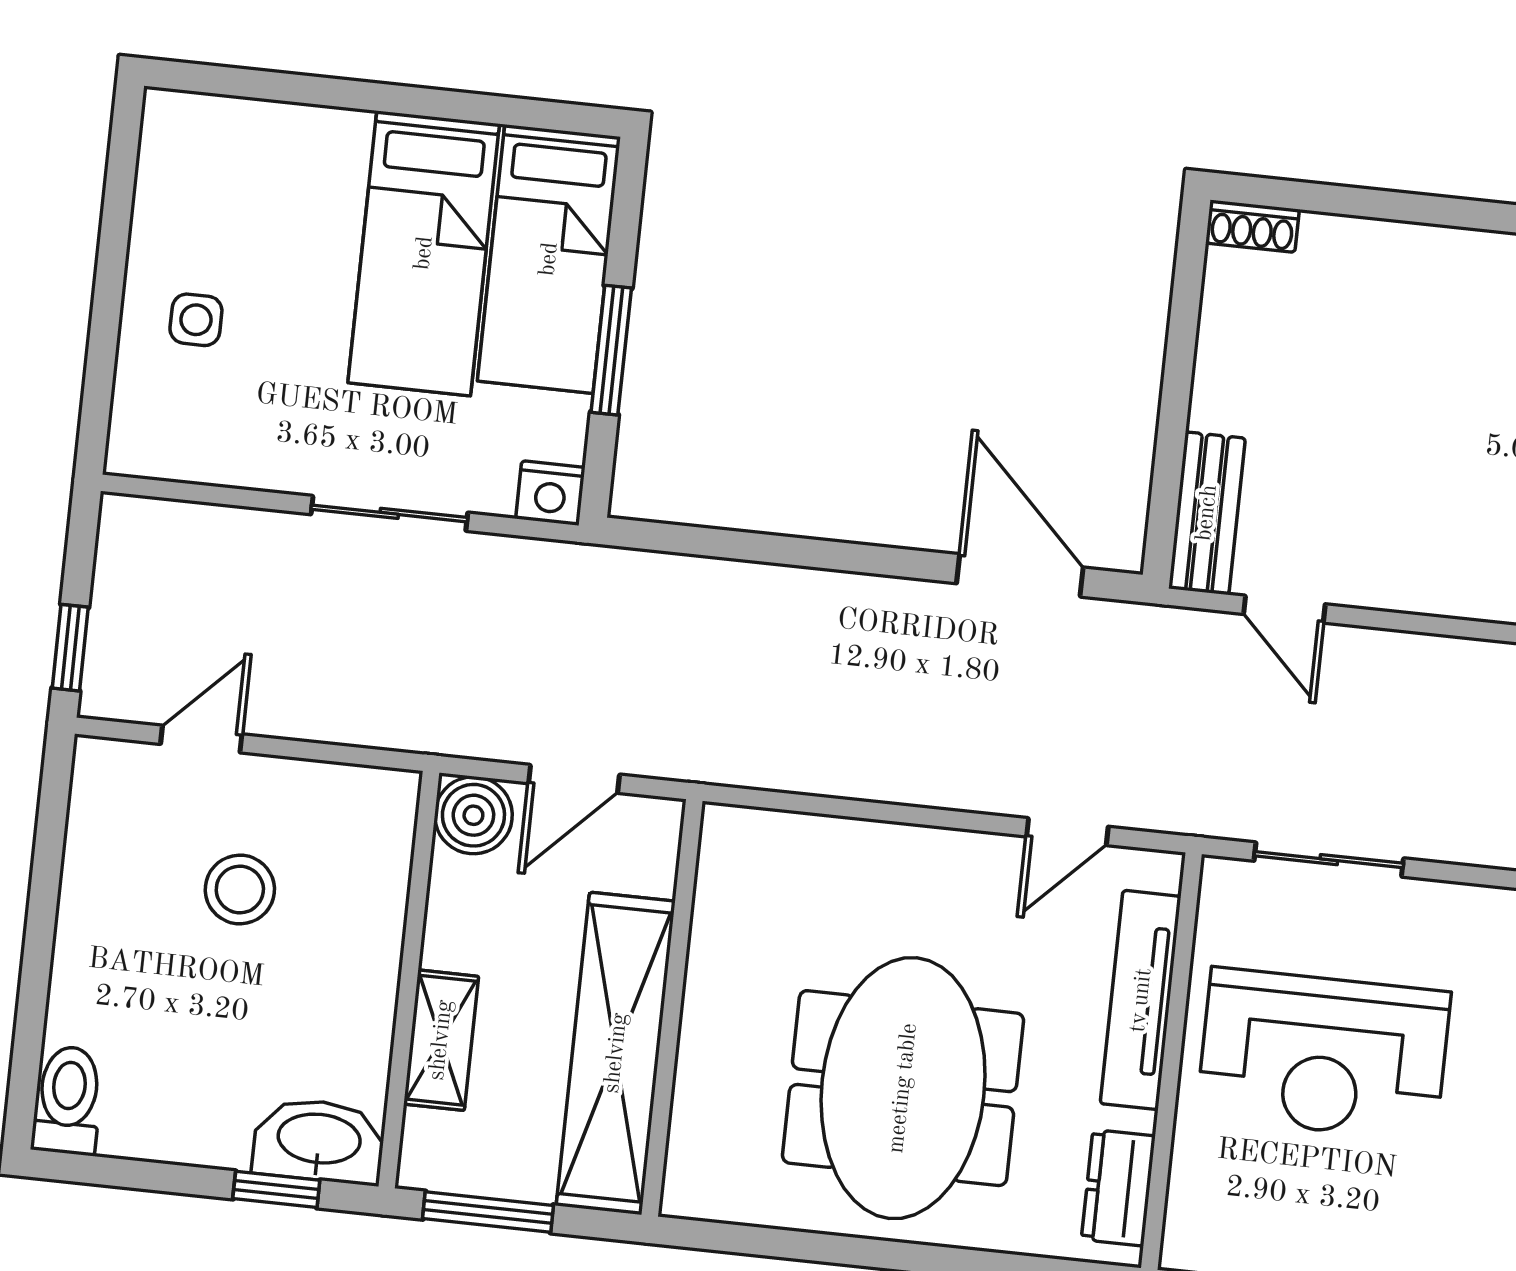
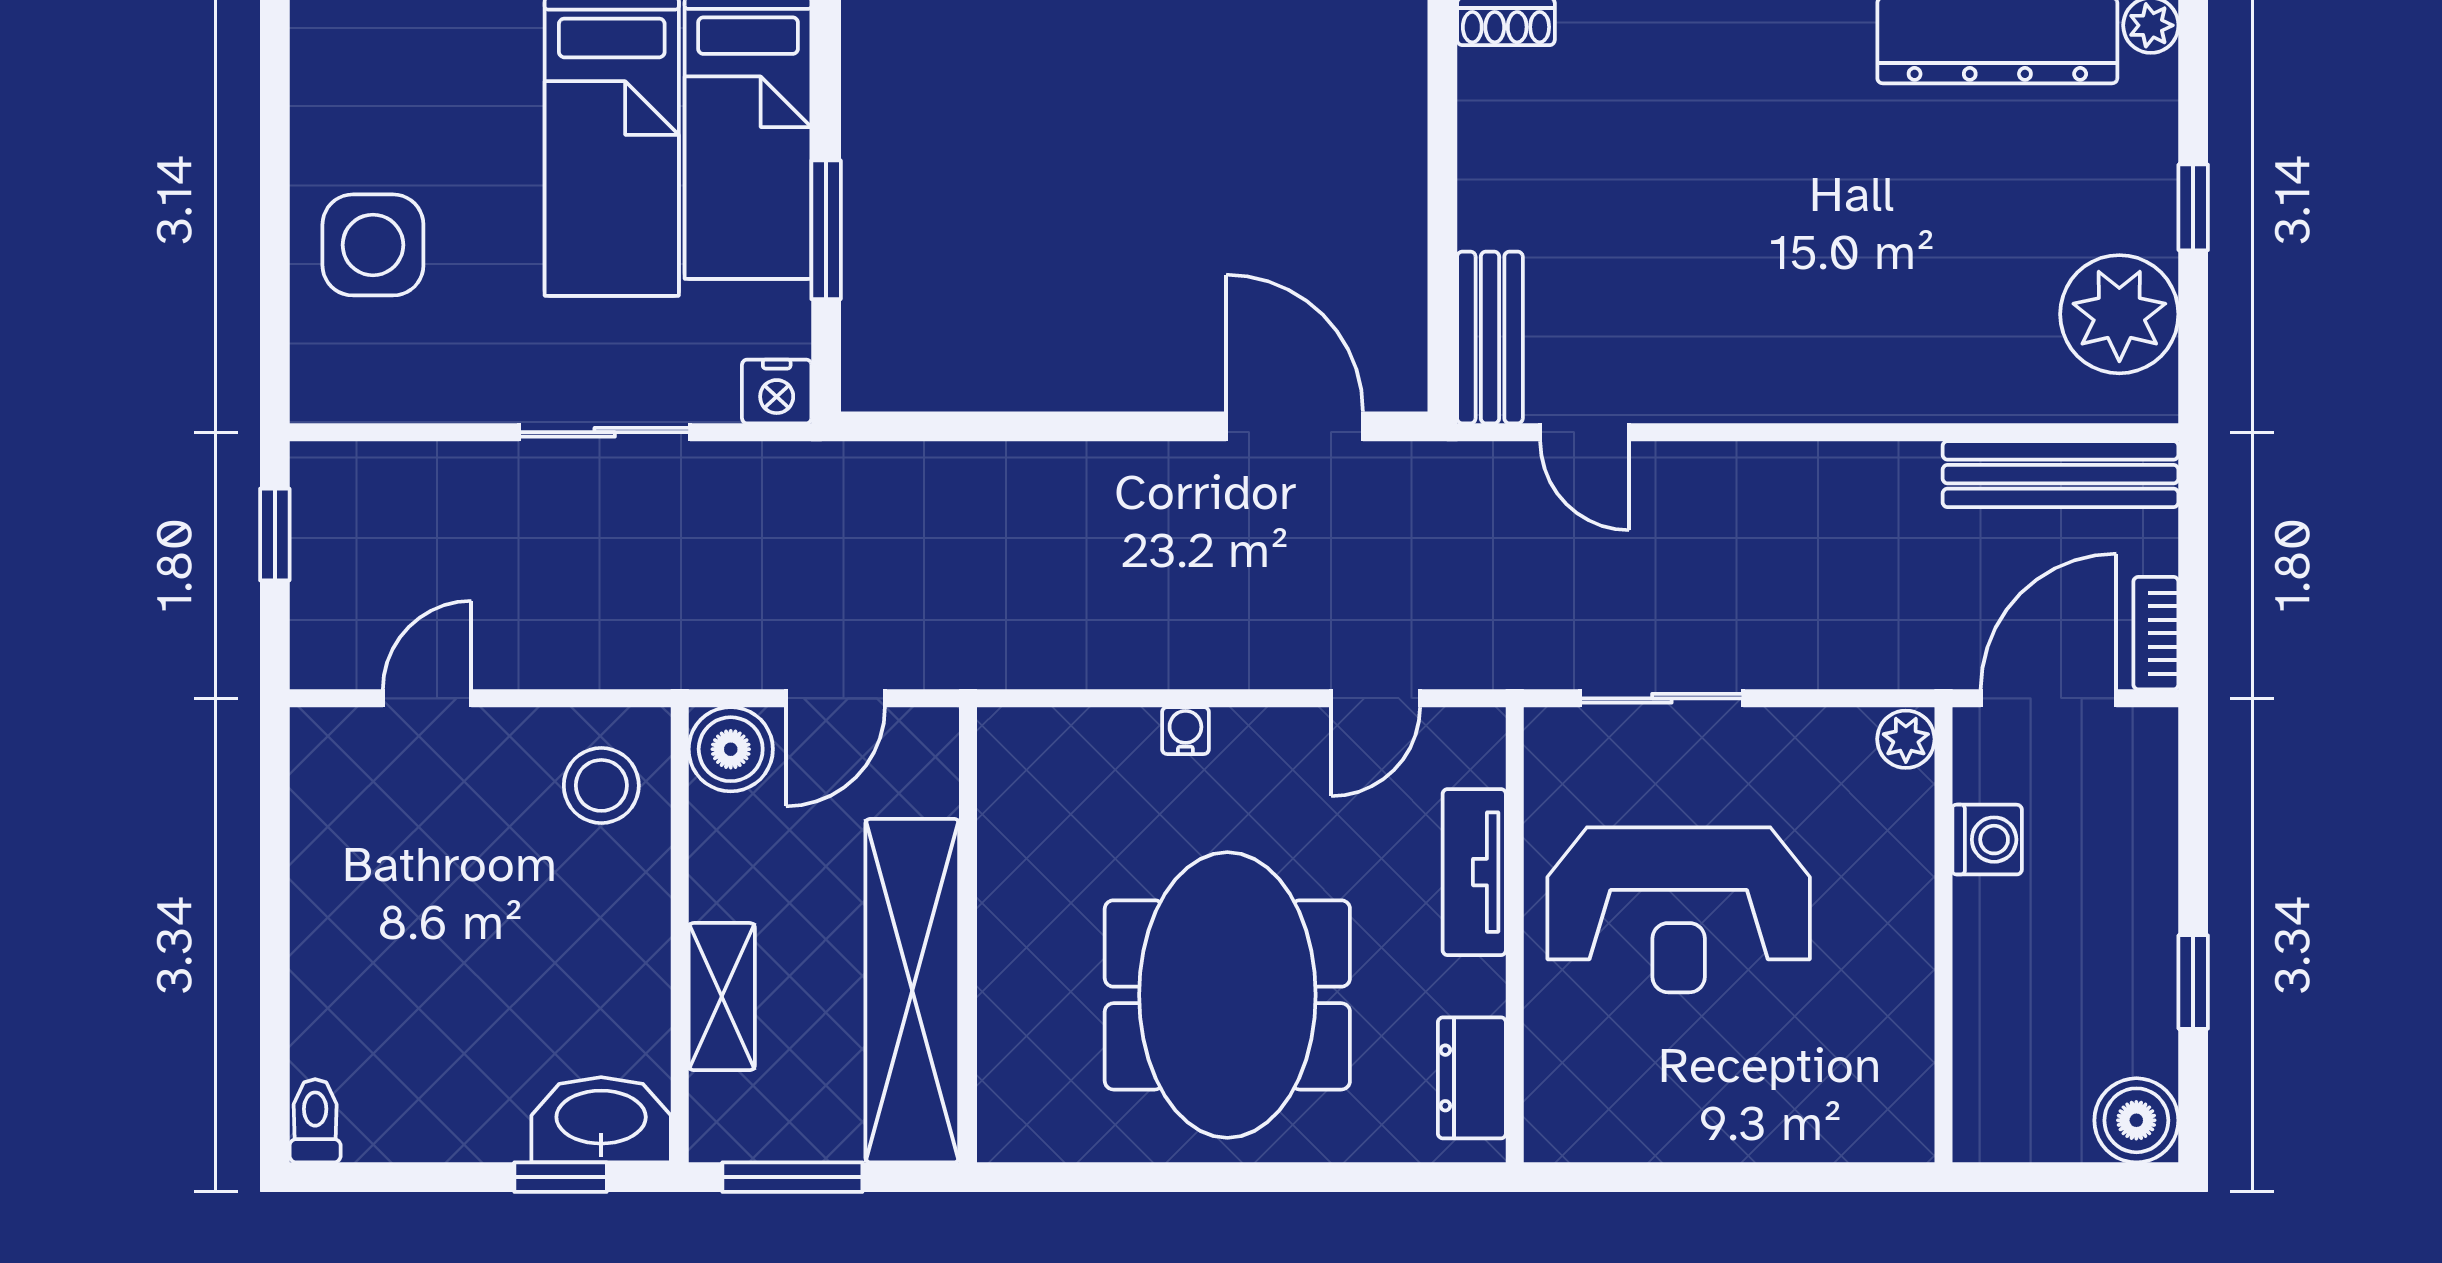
side table: (196, 320) -> (373, 245), width x1.87, depth x1.87
window: (70, 648) -> (275, 535), moved
water cooler: (891, 843) -> (1185, 731), added
stool: (240, 889) -> (601, 785), moved
tv unit: (1141, 1000) -> (1474, 872), width x0.71
toilet: (68, 1100) -> (315, 1121), width x0.73, depth x0.72

